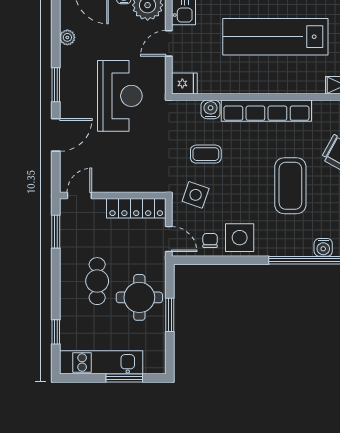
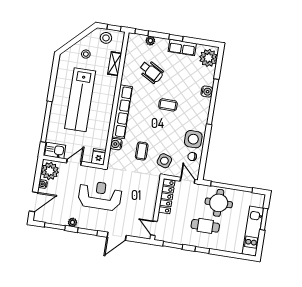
window: (56, 28) -> (55, 226), added
plant: (67, 37) -> (73, 222), moved
door: (169, 43) -> (74, 162), swing flipped
door: (56, 135) -> (117, 236), swing flipped
coffee table: (290, 186) -> (168, 105), width x0.54, depth x0.58
door: (169, 239) -> (188, 180), hinge flipped
window: (170, 315) -> (232, 187), width x2.11
window: (56, 332) -> (202, 250), moved

